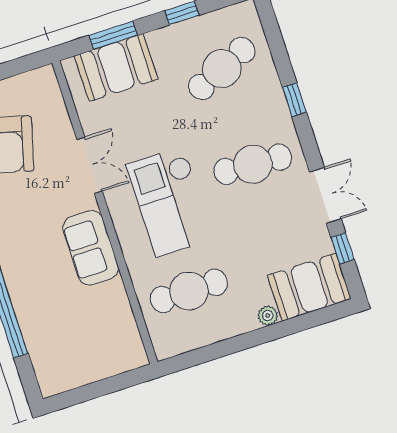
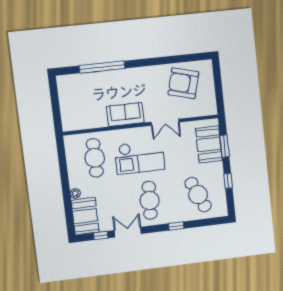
double door: (325, 195) -> (128, 232), swing flipped
checkout: (170, 202) -> (140, 157), turned 180

